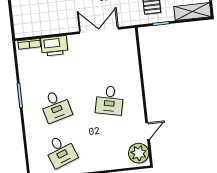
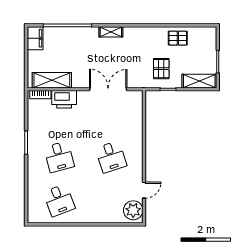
shelving: (39, 28) -> (52, 80), added
desk: (110, 100) -> (111, 157), turned -30

